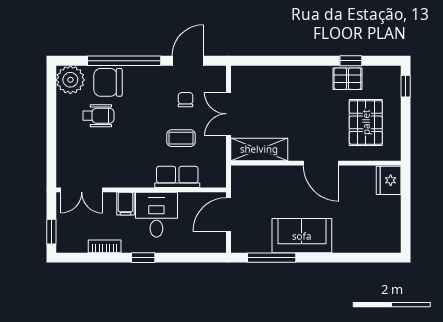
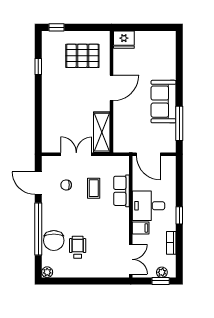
pallet: (347, 79) -> (51, 69), removed
plant: (70, 80) -> (47, 272), width x0.53, depth x0.53
double door: (228, 114) -> (76, 154), swing flipped
plant: (64, 233) -> (162, 272), added

